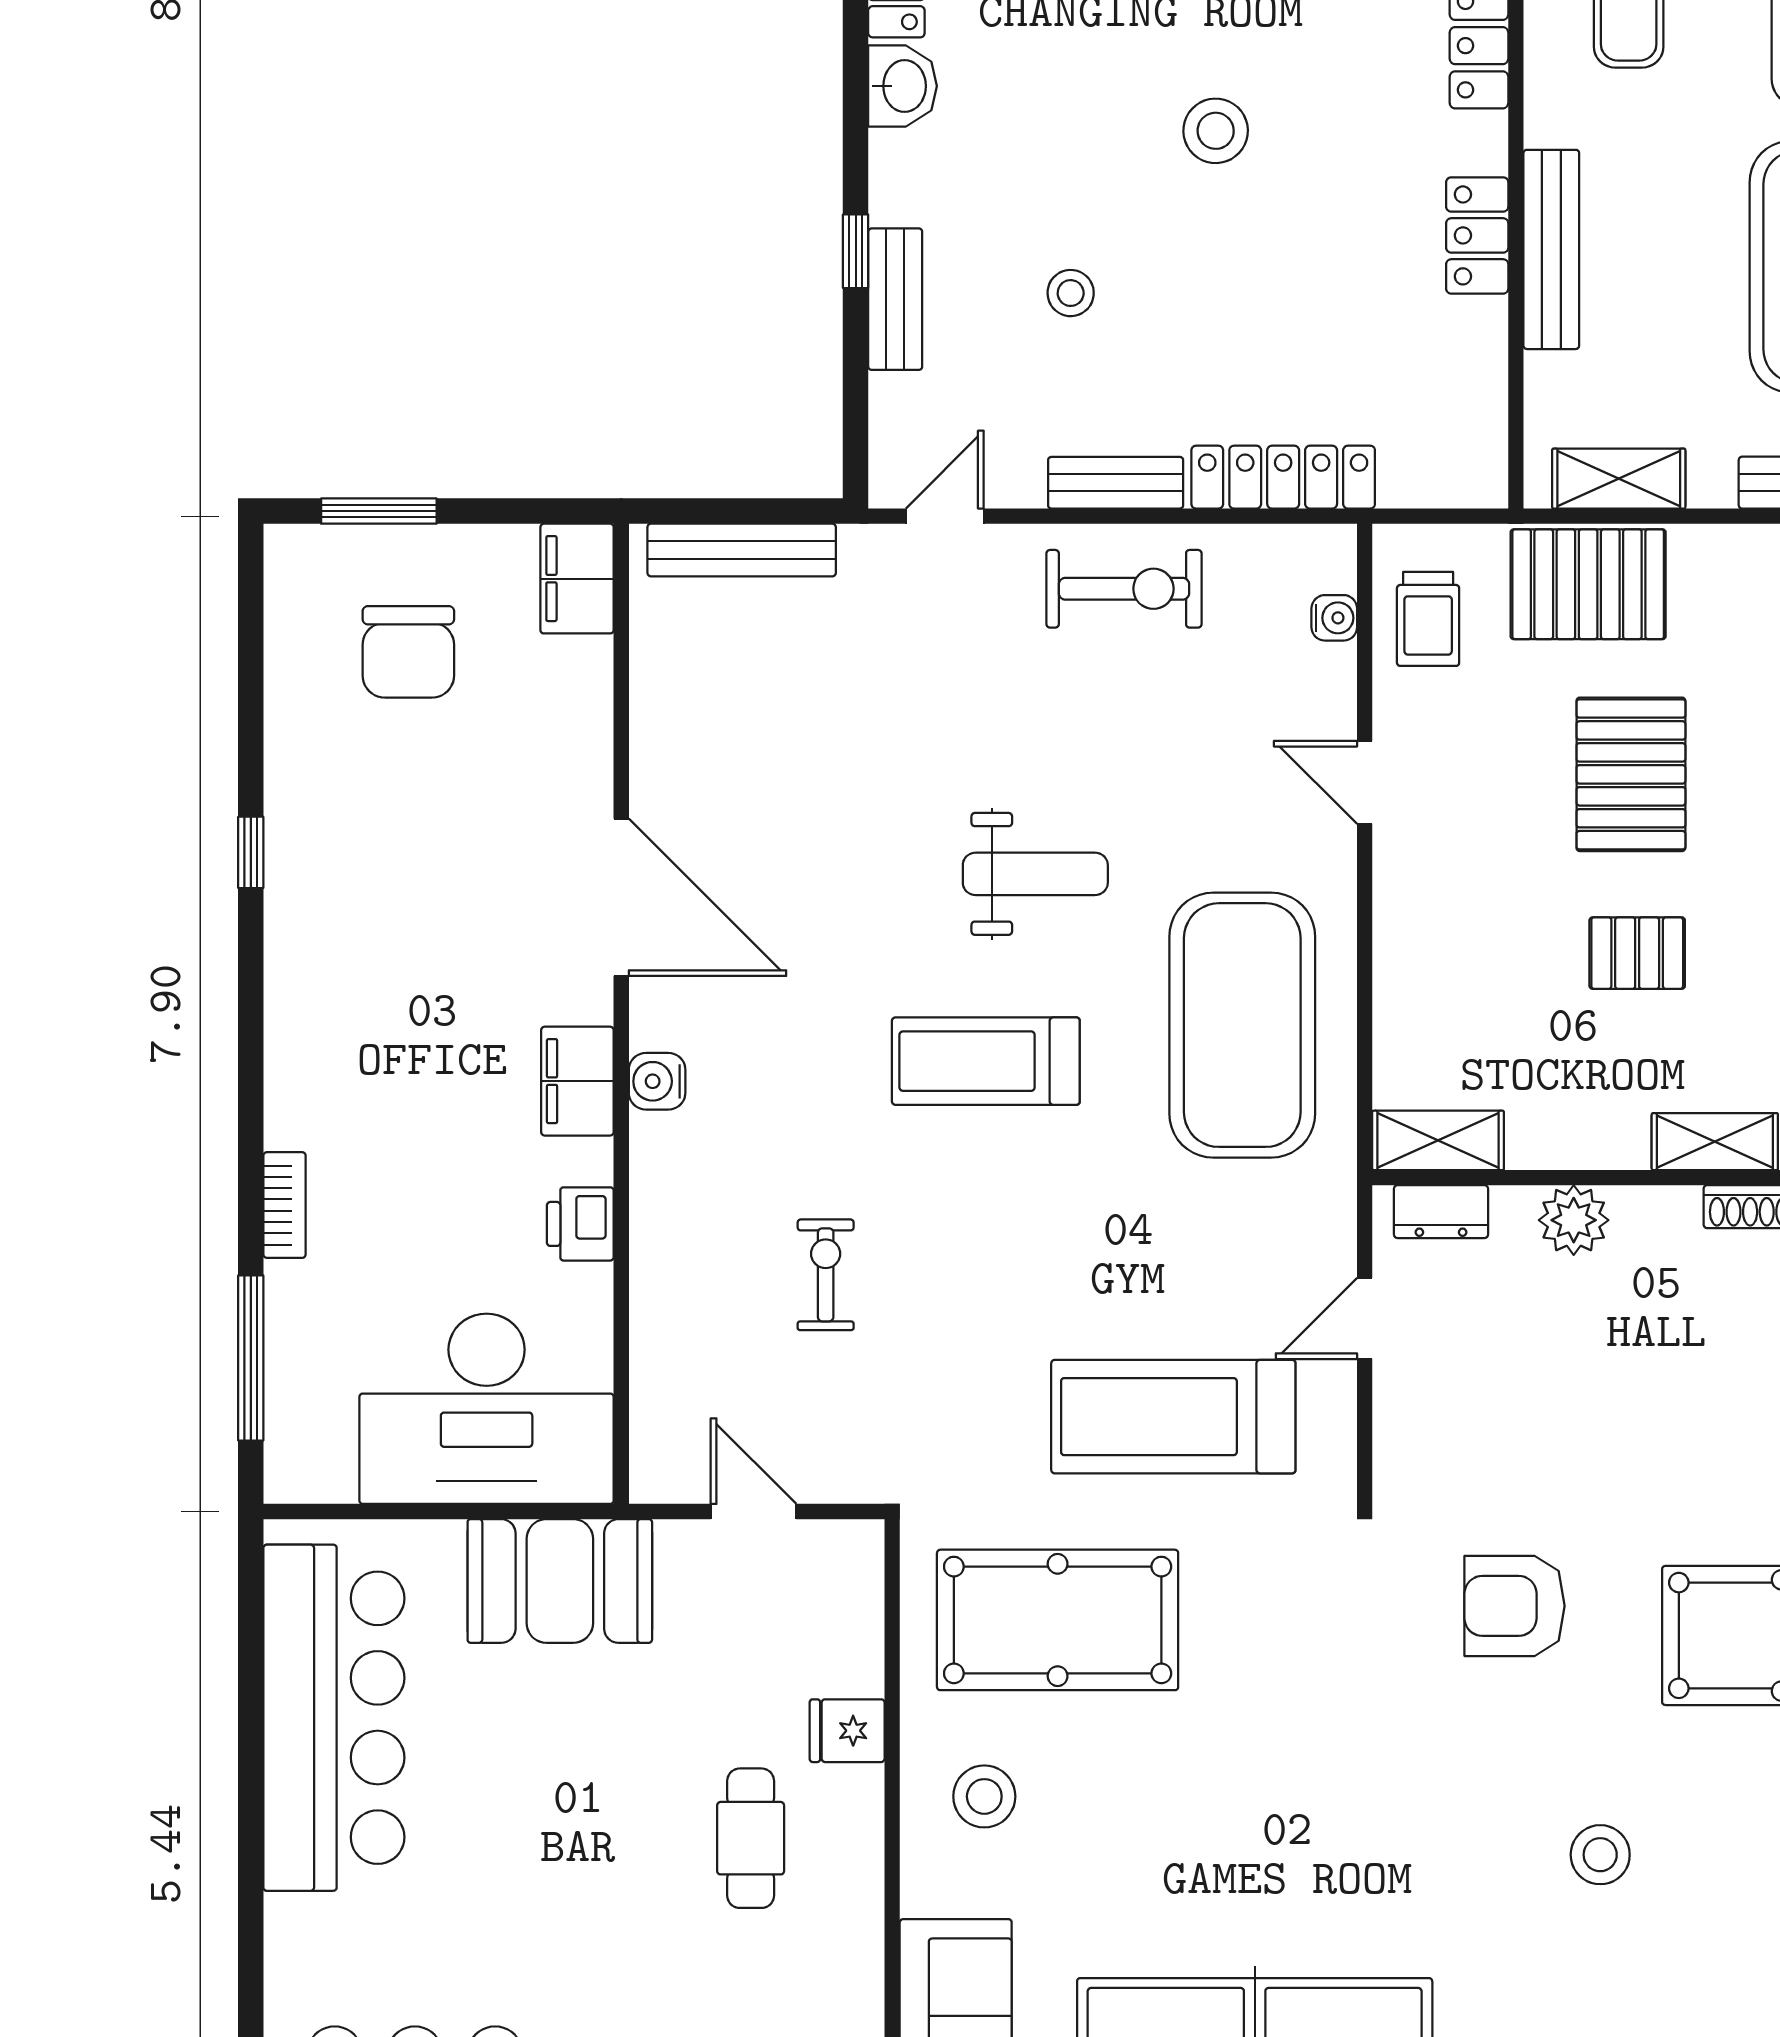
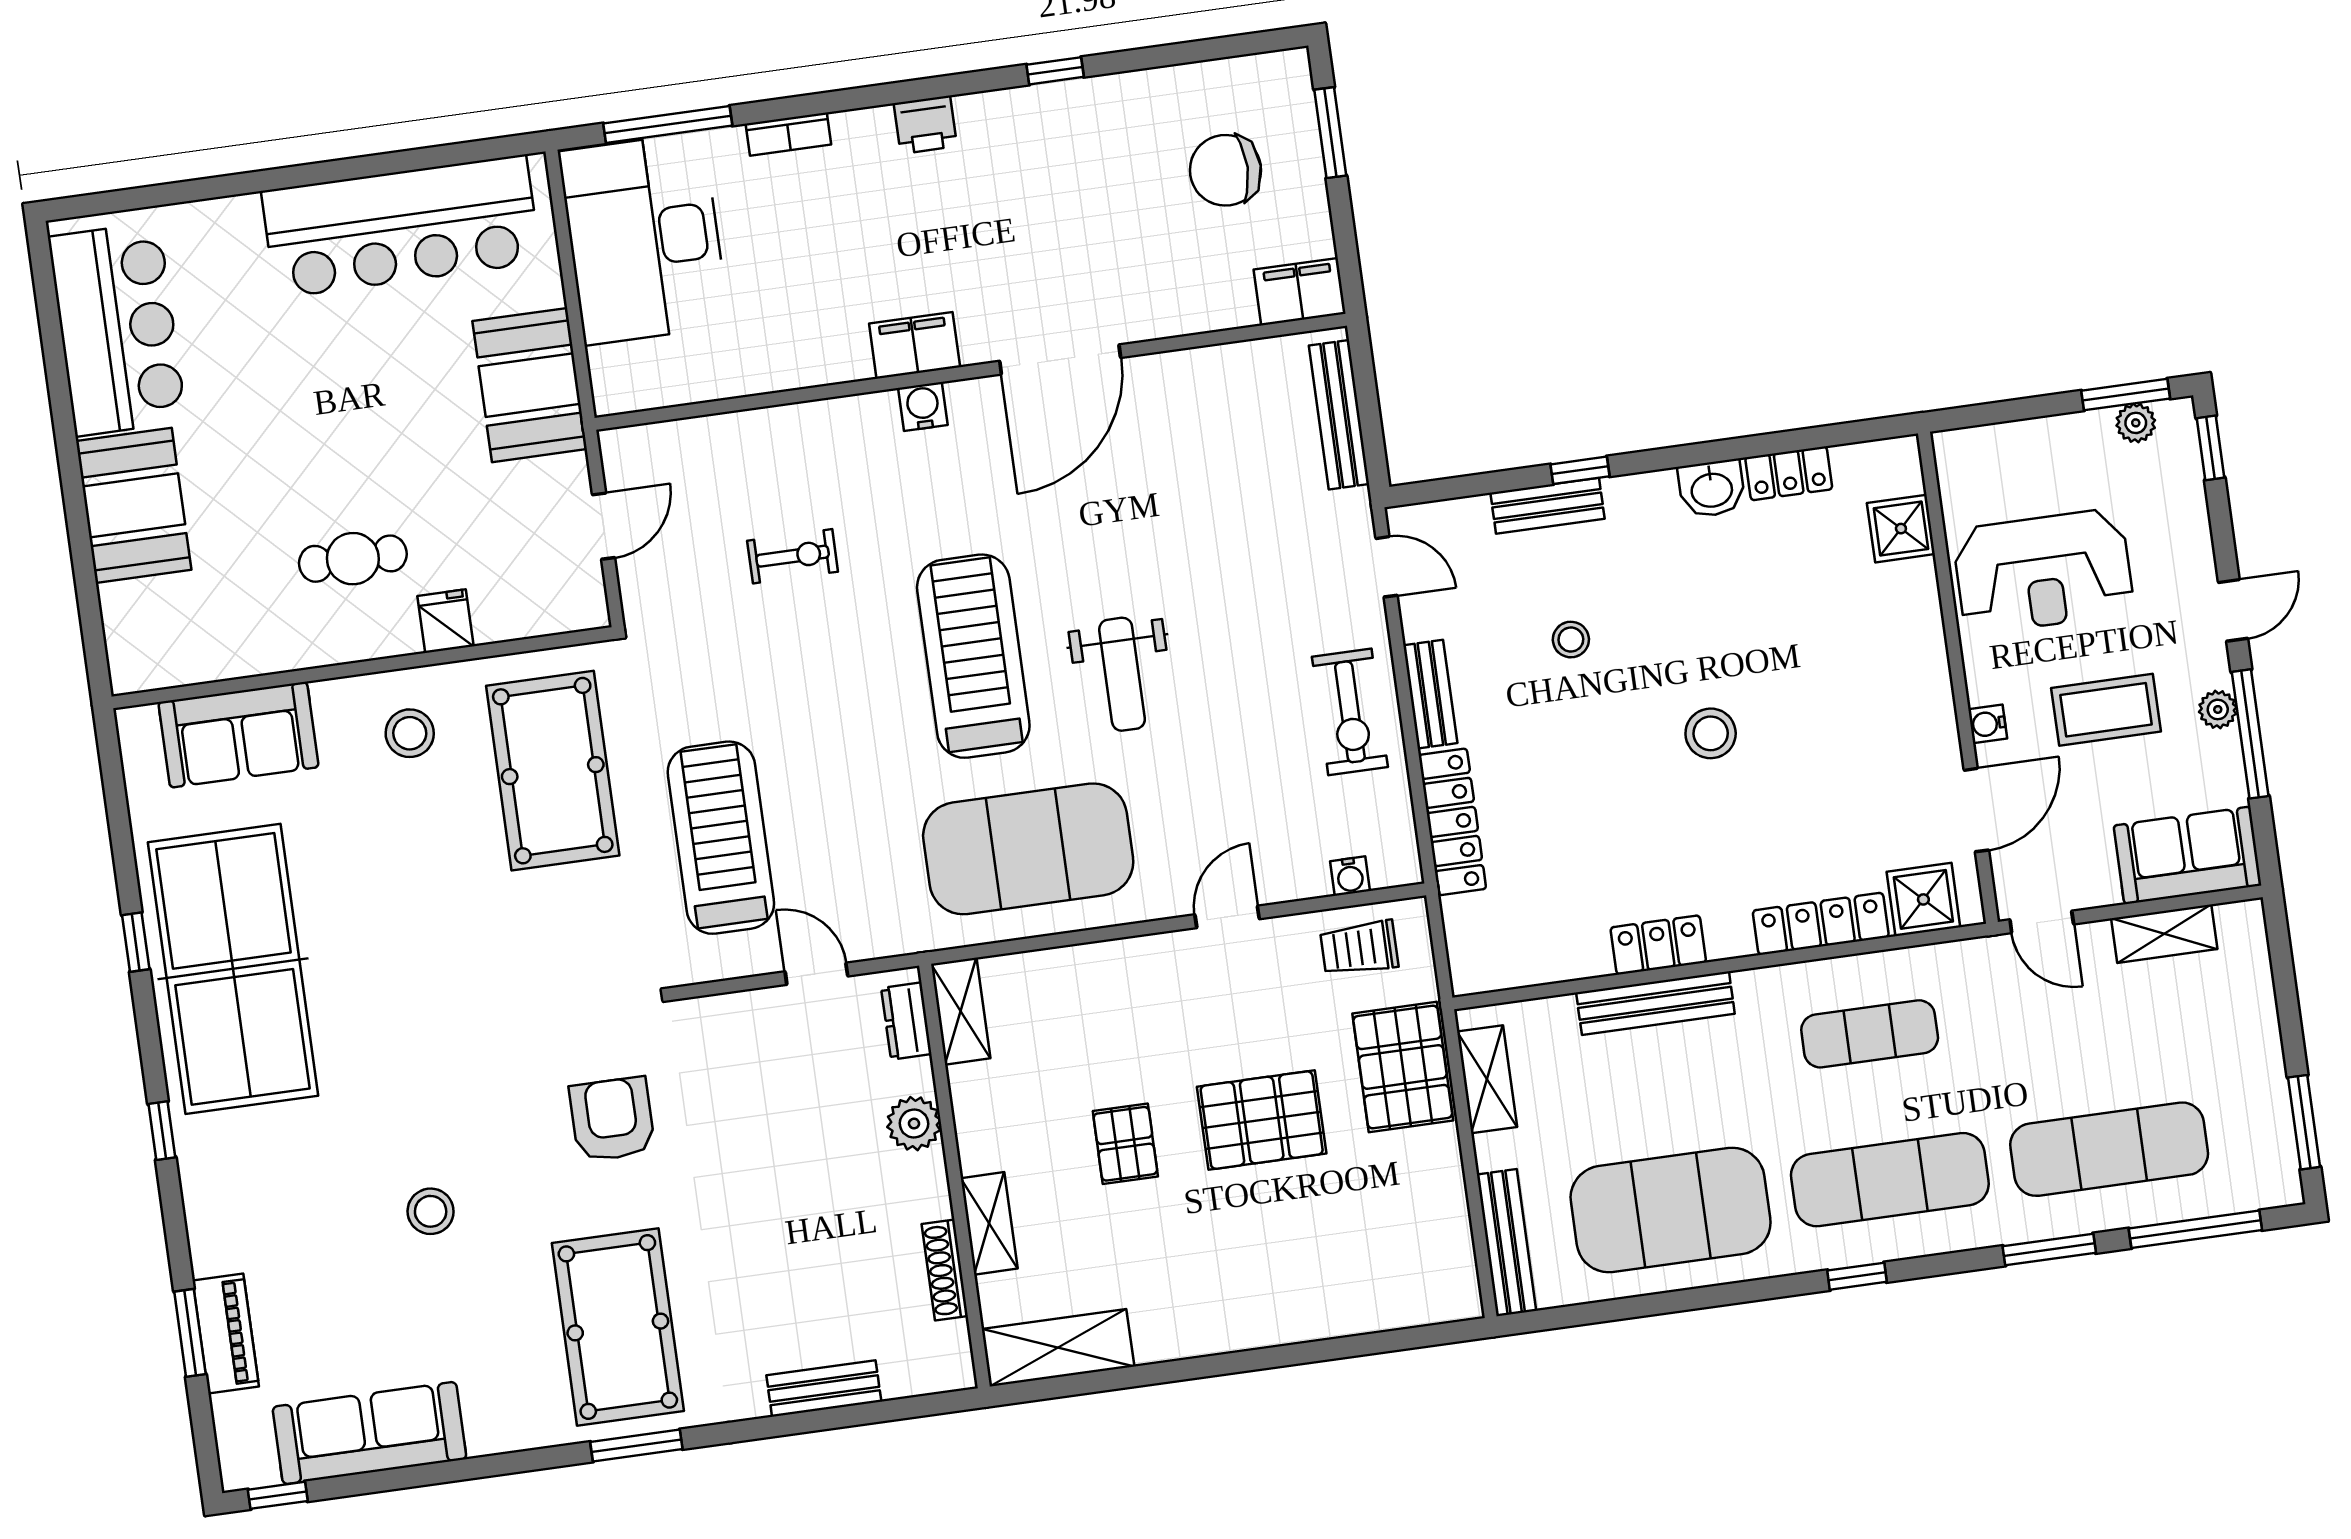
treadmill: (986, 1061) -> (973, 656), width x1.37, depth x1.38
printer: (580, 1224) -> (925, 125), moved, turned 180
desk: (487, 1409) -> (644, 239), moved

